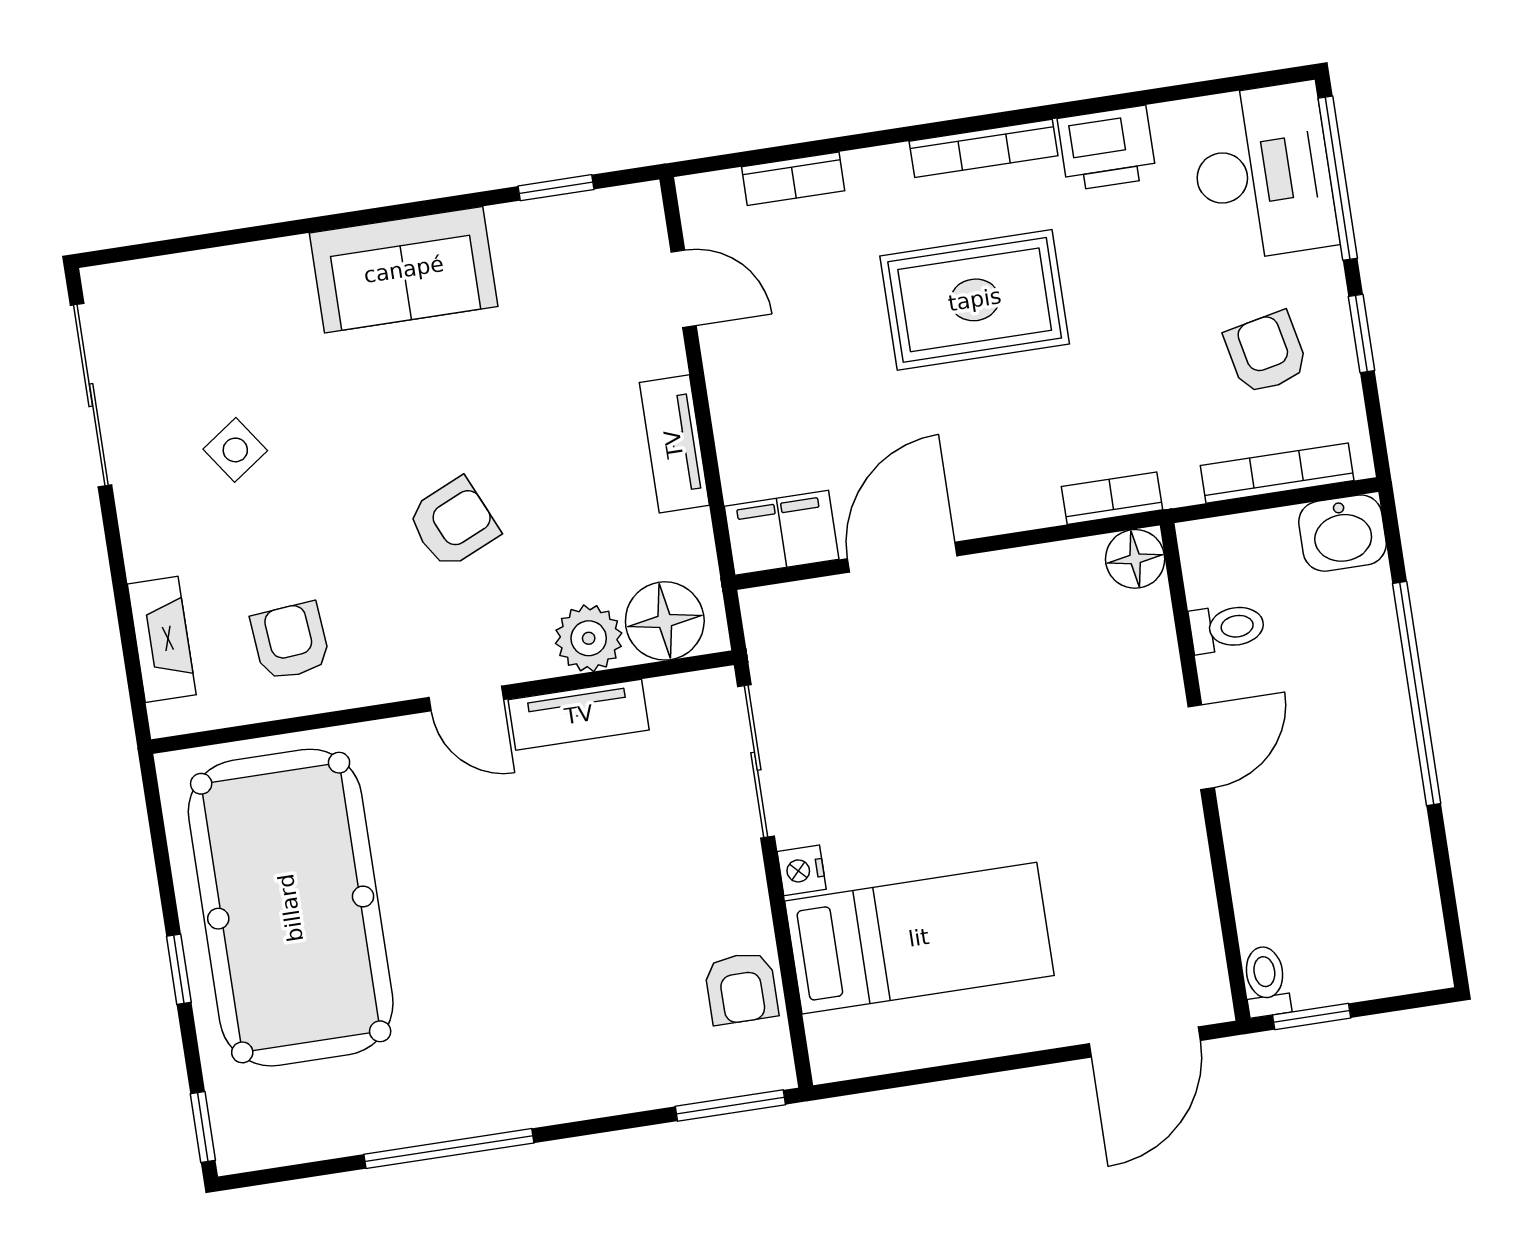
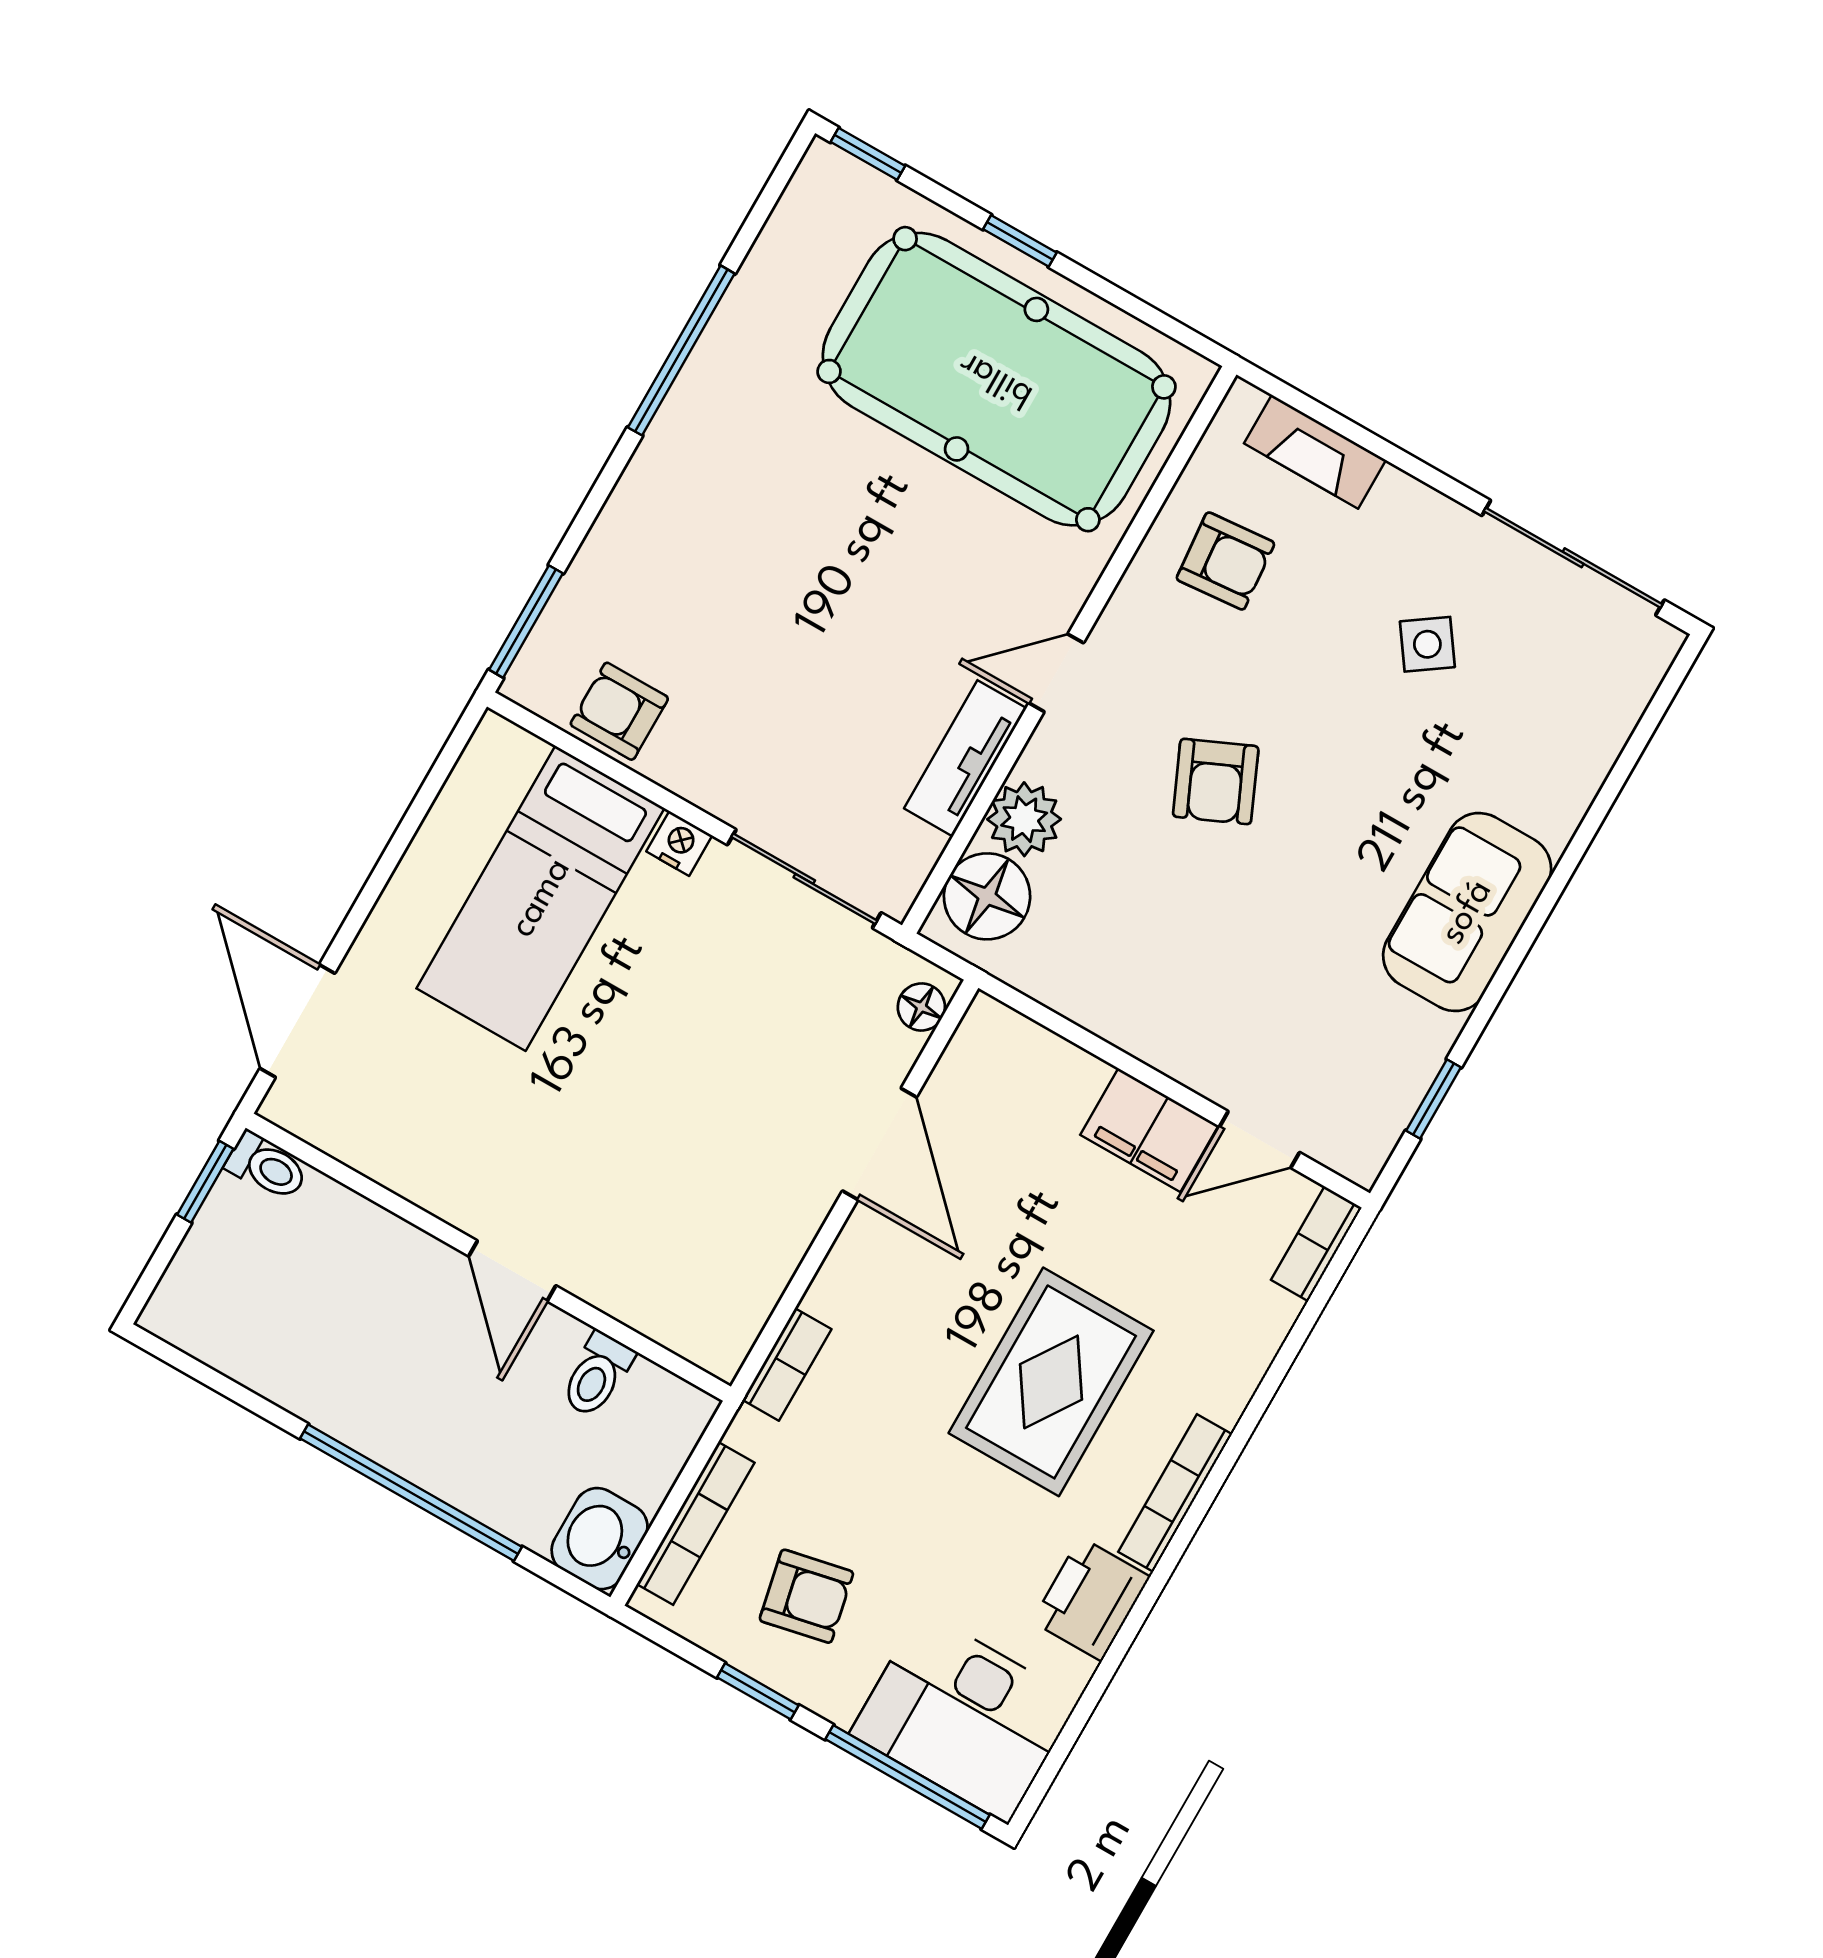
bookcase: (793, 179) -> (1316, 1244), moved
tv unit: (674, 444) -> (1133, 1026), removed
filing cabinet: (782, 533) -> (1149, 1130), moved, turned 90
floor lamp: (1135, 559) -> (921, 1007), moved, width x0.73, depth x0.73

